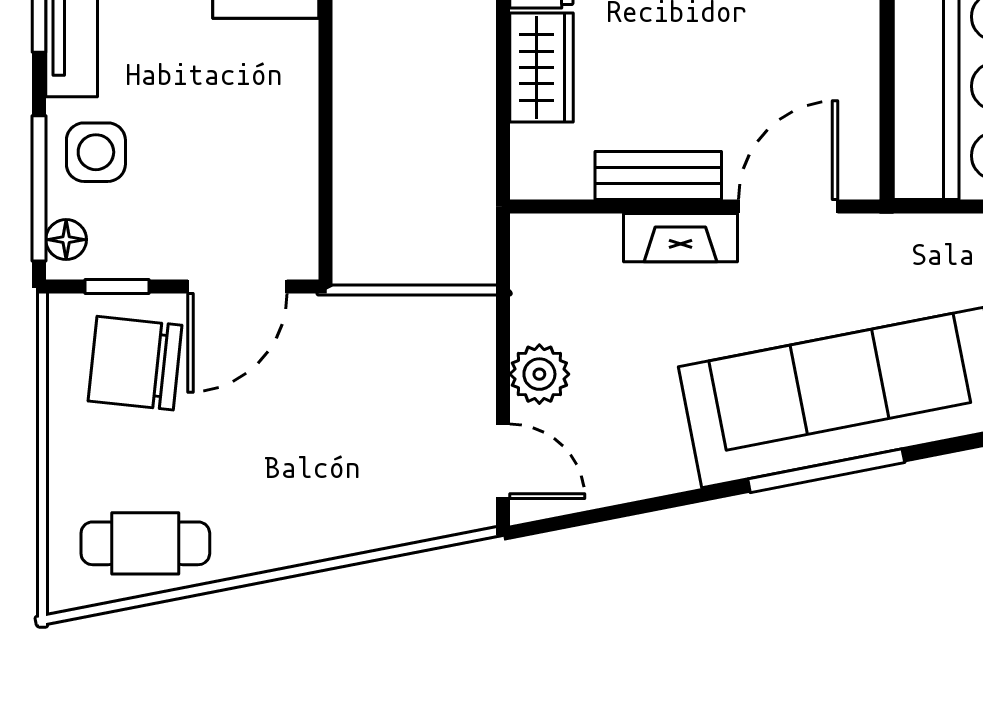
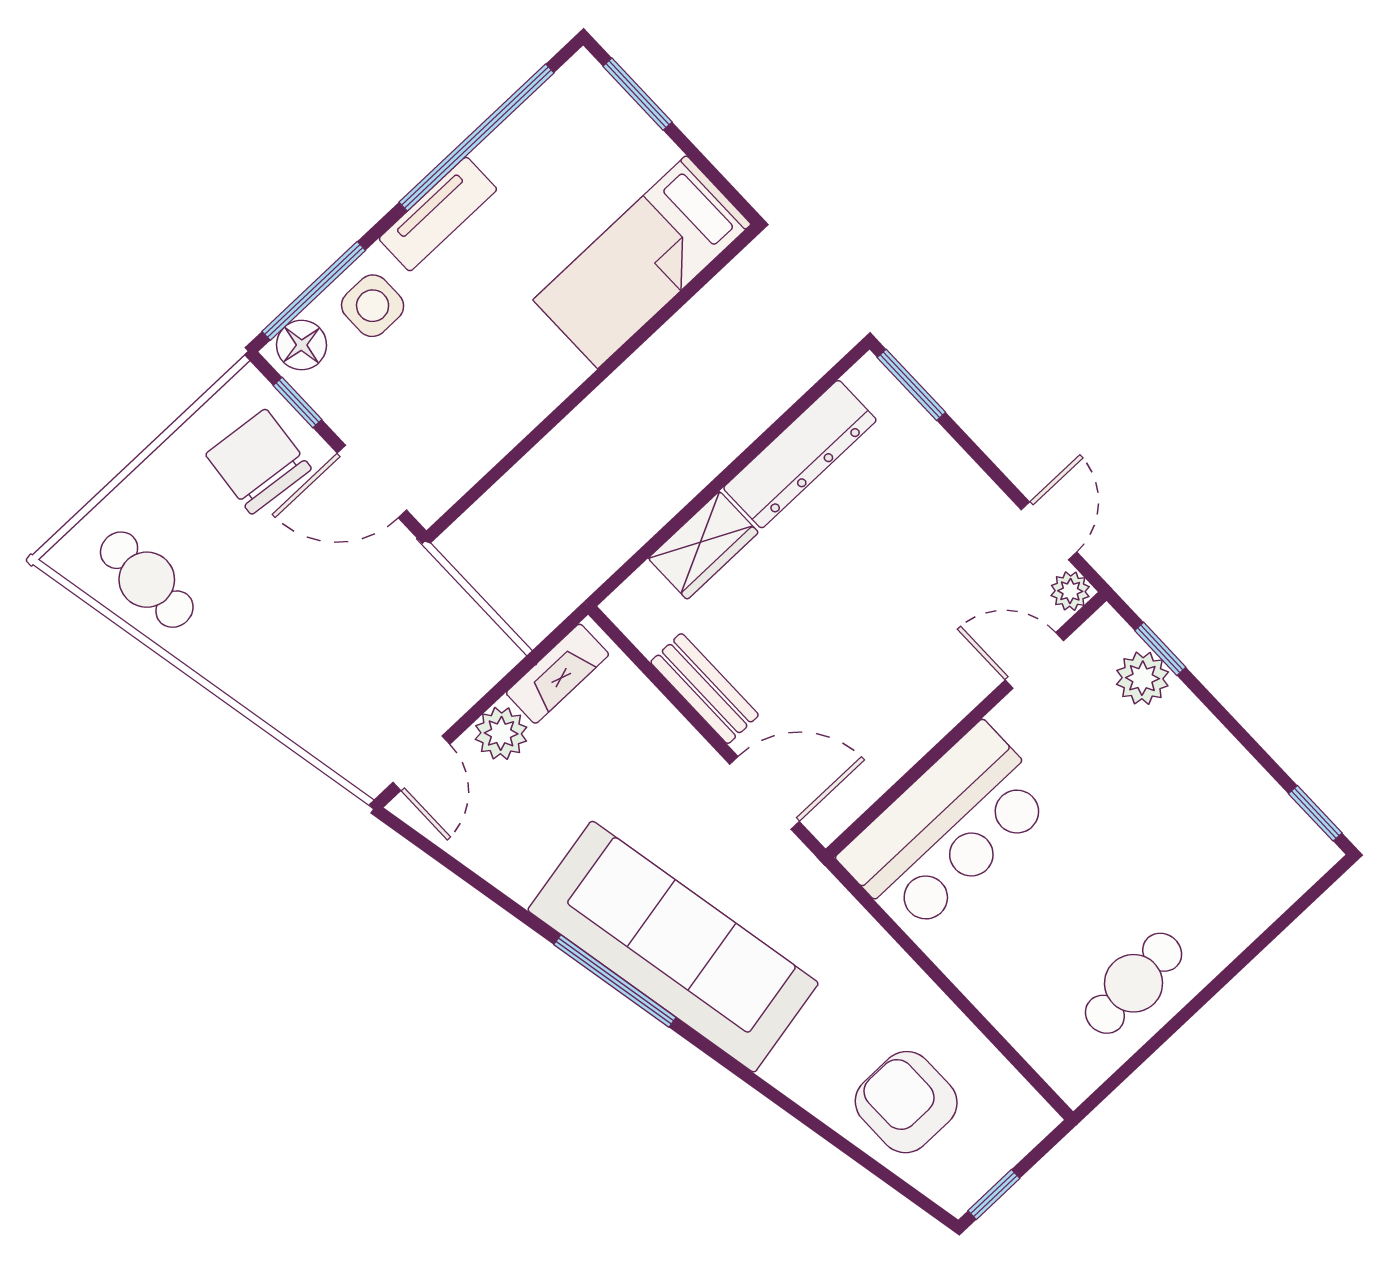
fireplace: (680, 238) -> (557, 674), moved, turned -90
floor lamp: (66, 240) -> (302, 345), width x1.37, depth x1.37

